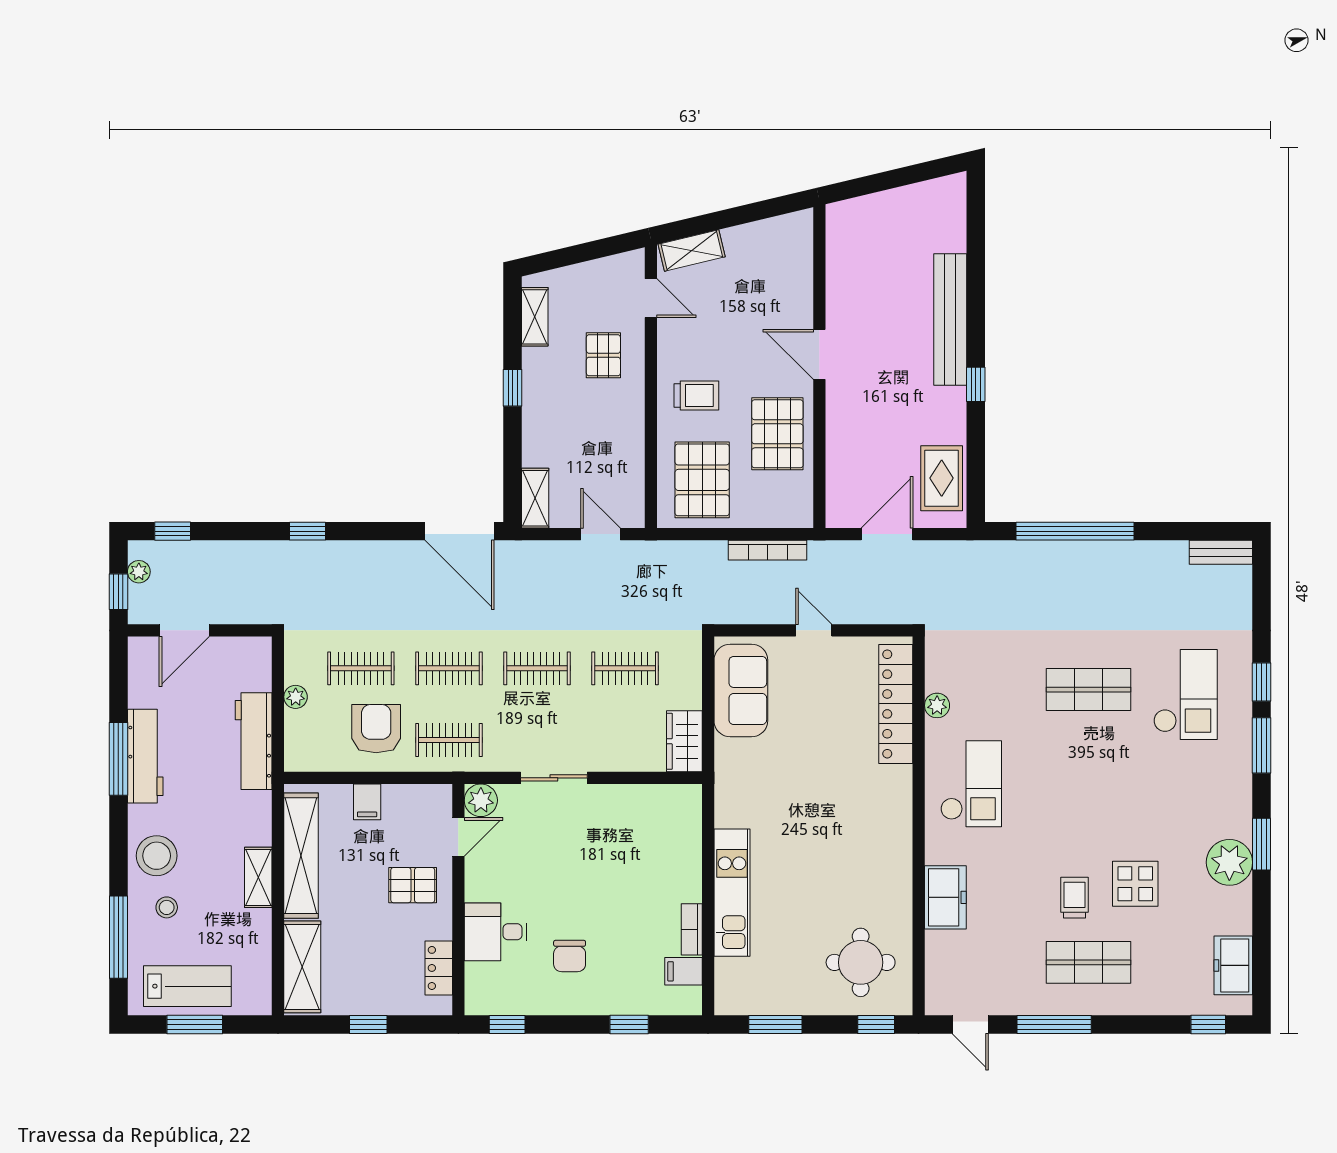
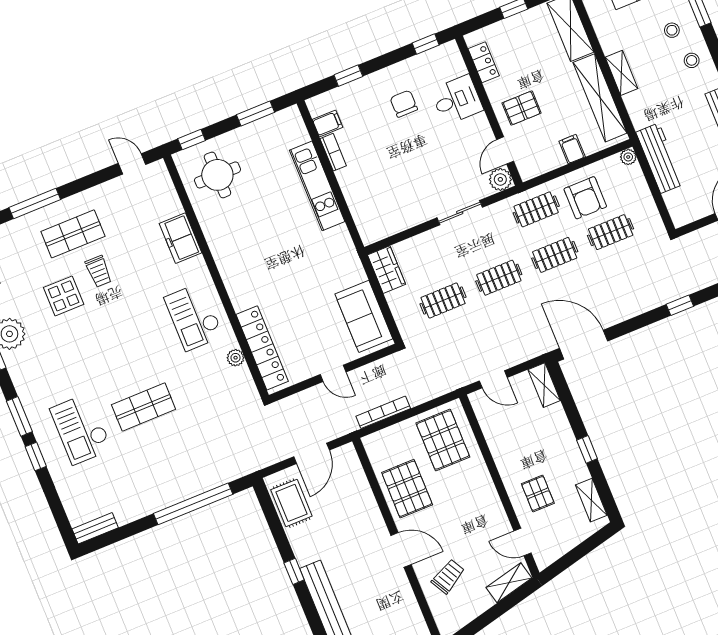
trolley: (696, 396) -> (448, 576), moved, turned 151
plant: (296, 697) -> (628, 157), moved
stool: (157, 856) -> (692, 60), width x0.53, depth x0.53
window: (1054, 1024) -> (35, 204), moved

